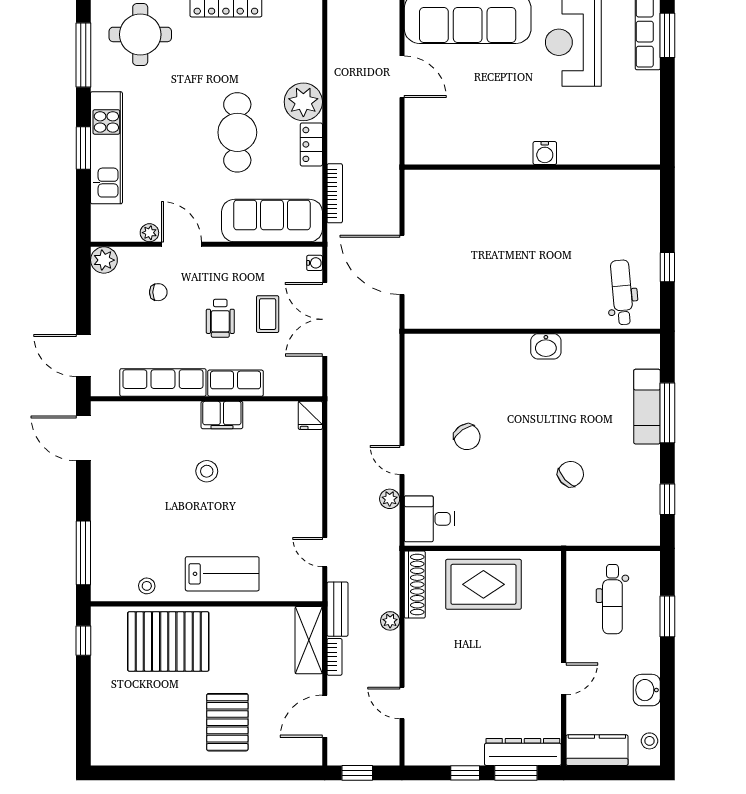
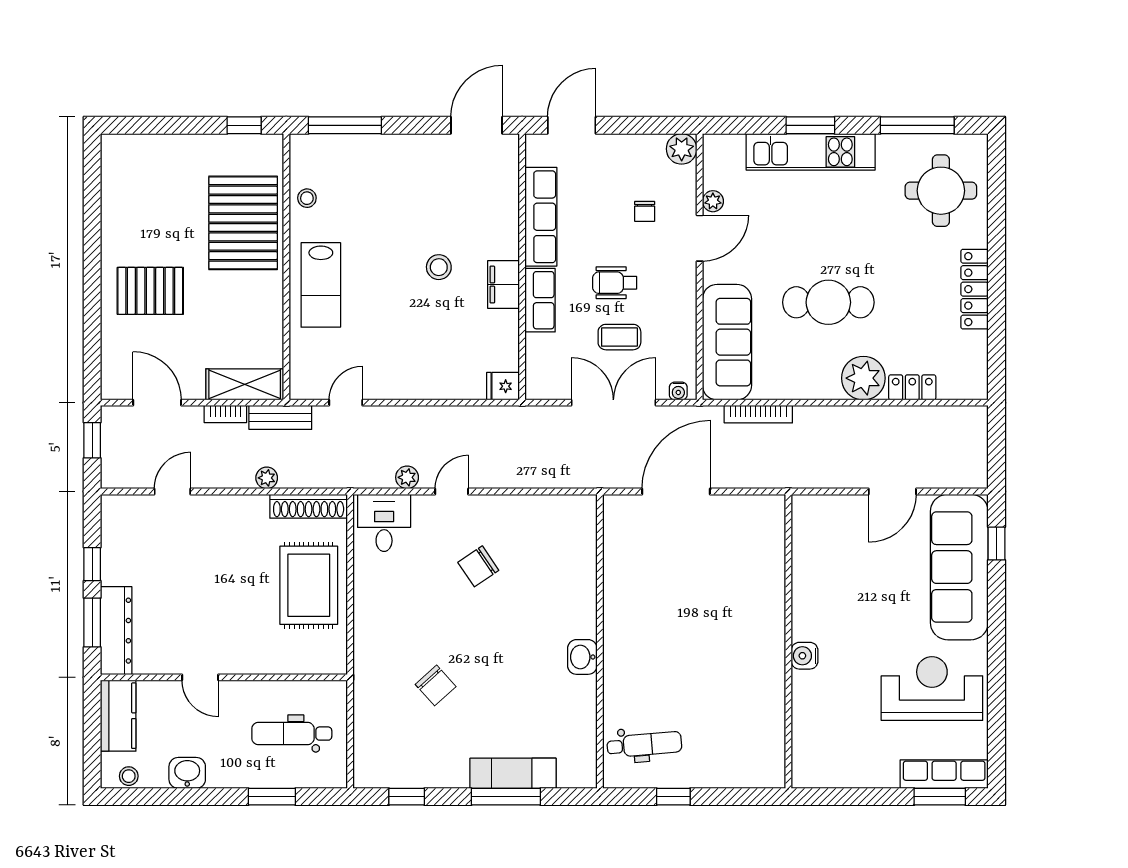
locker: (311, 144) -> (912, 387), moved

